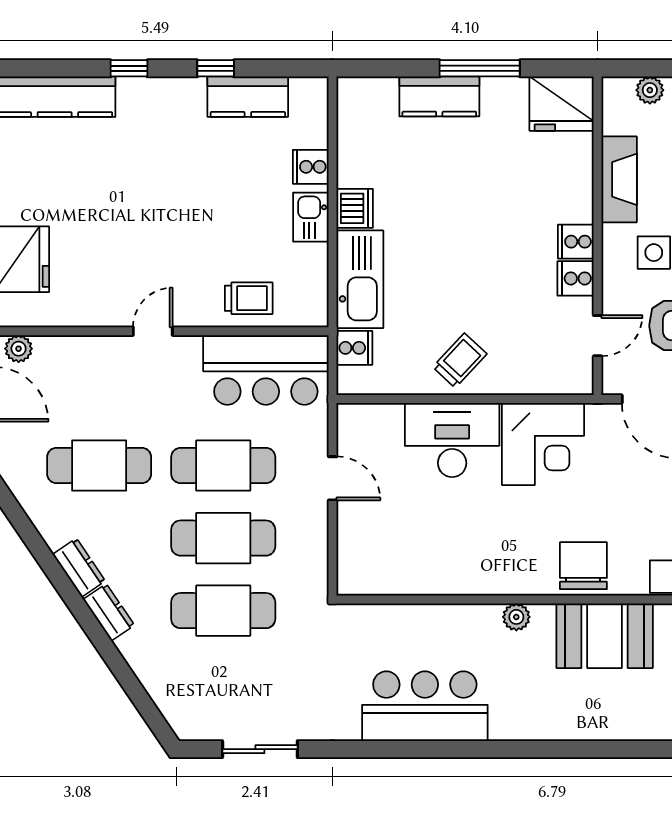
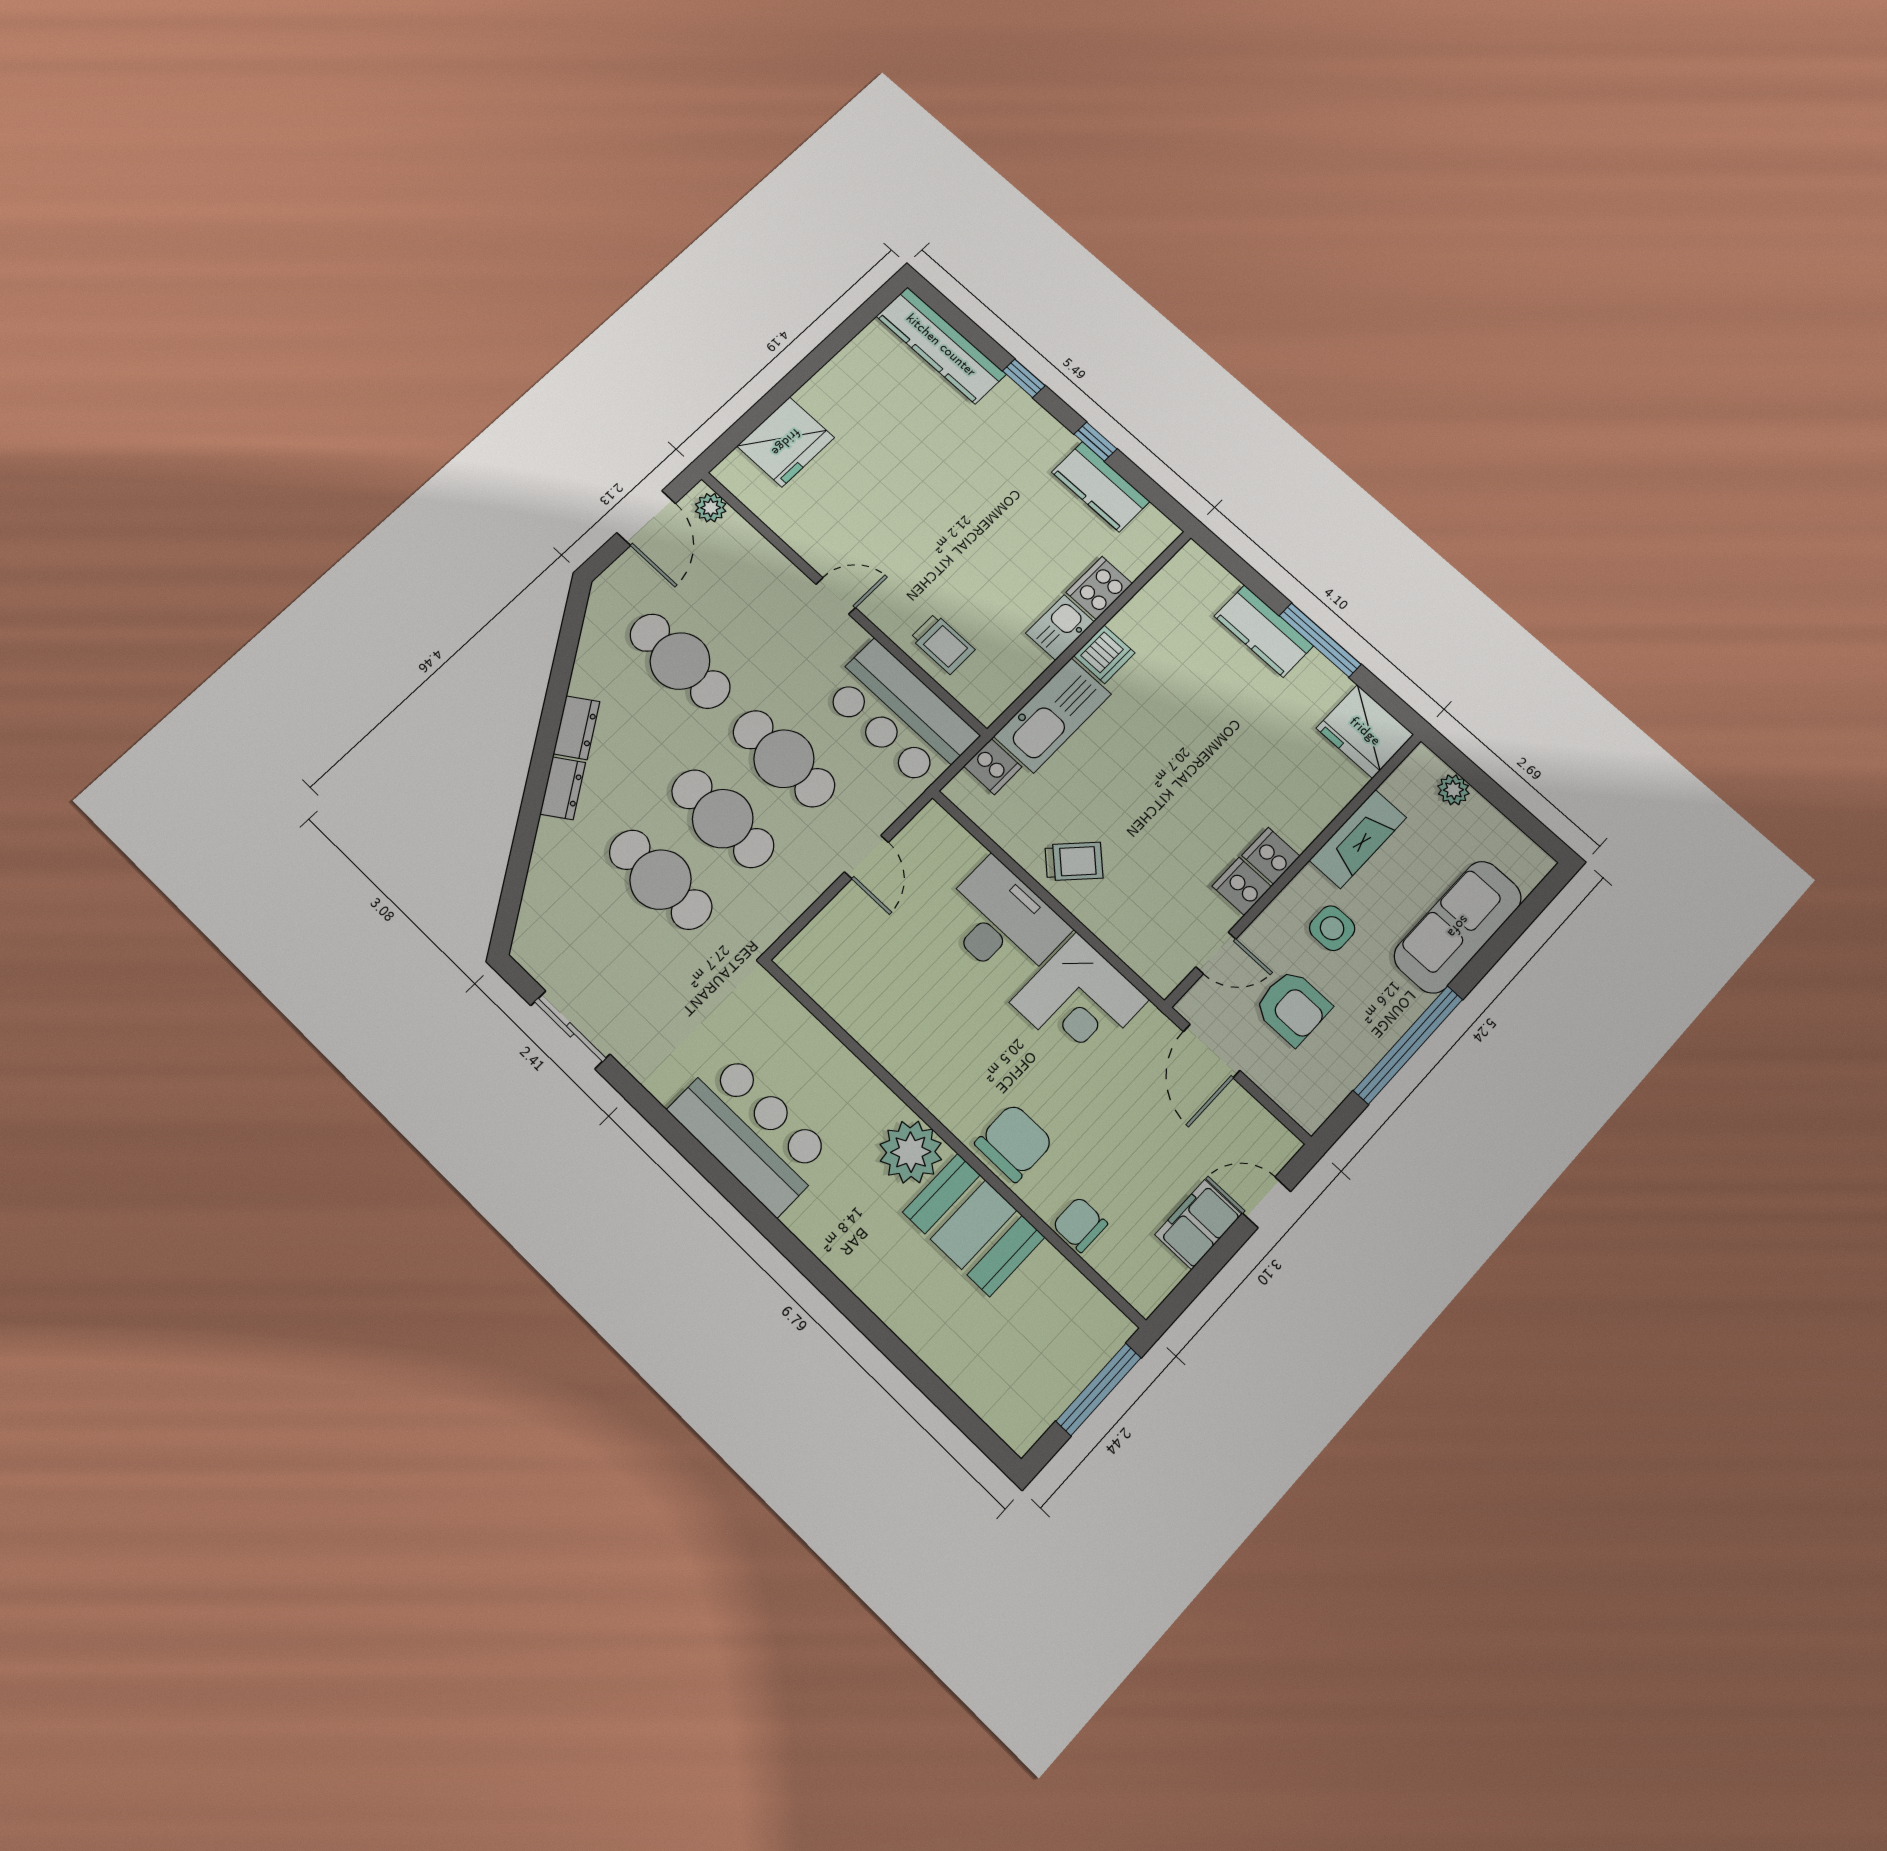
cooker: (311, 167) -> (1099, 588), width x1.36
plant: (516, 617) -> (911, 1152), width x1.87, depth x1.87

